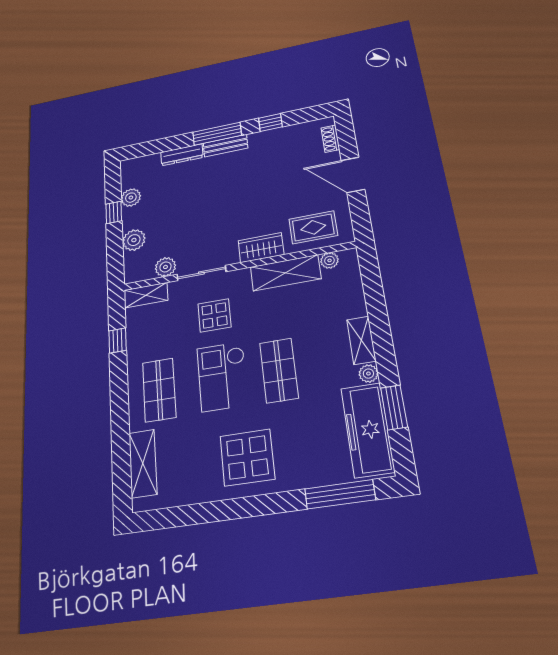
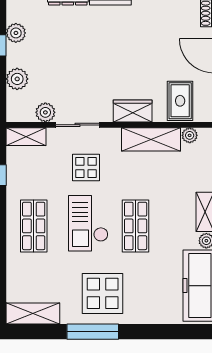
rug: (313, 227) -> (180, 101), turned 90
shelving: (143, 463) -> (33, 314), moved, turned 90
window: (340, 494) -> (93, 332), moved

